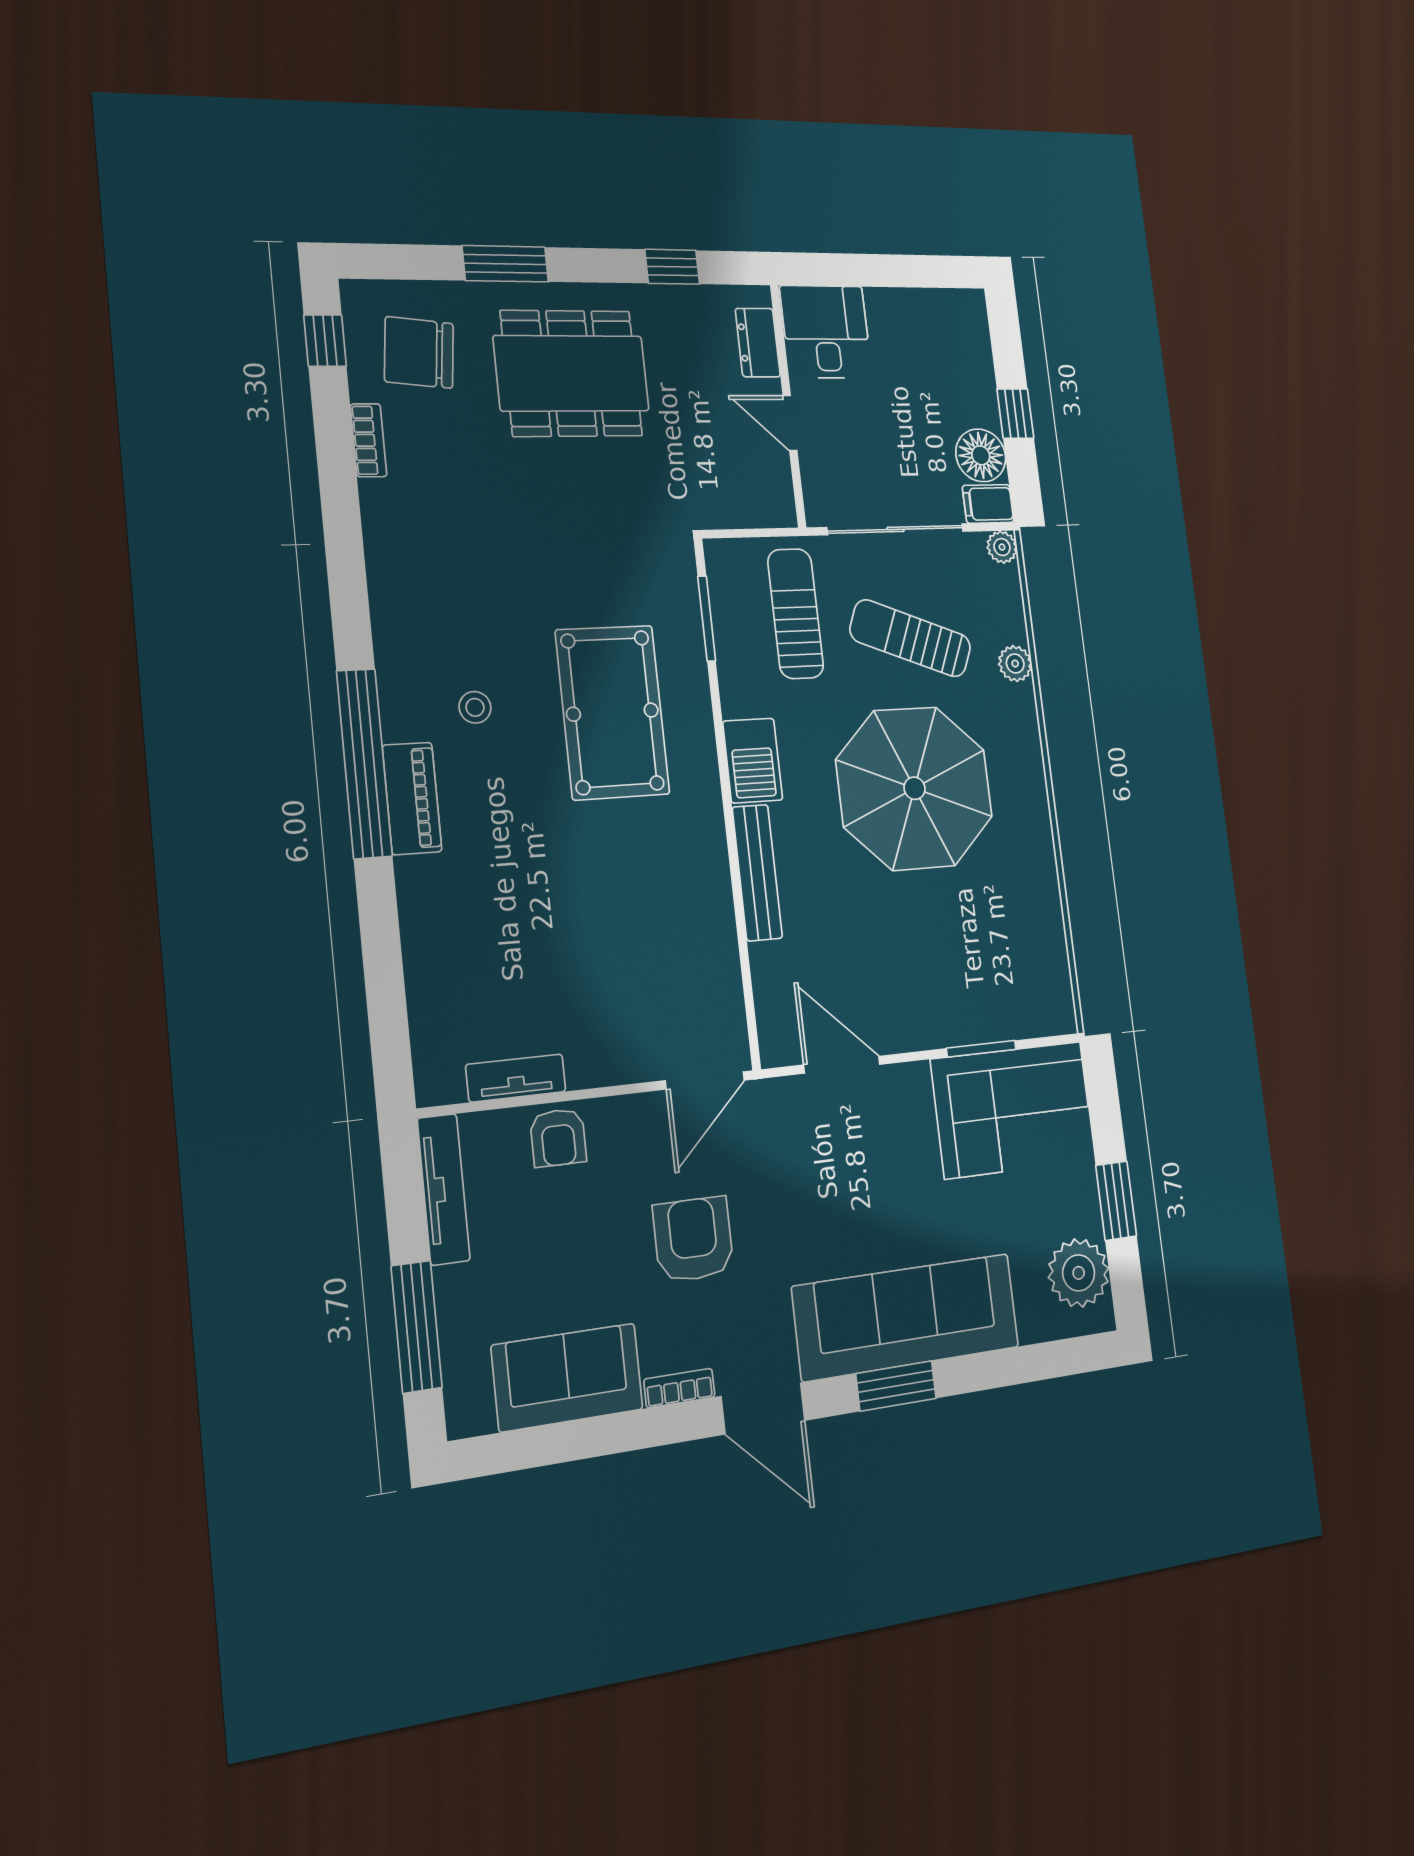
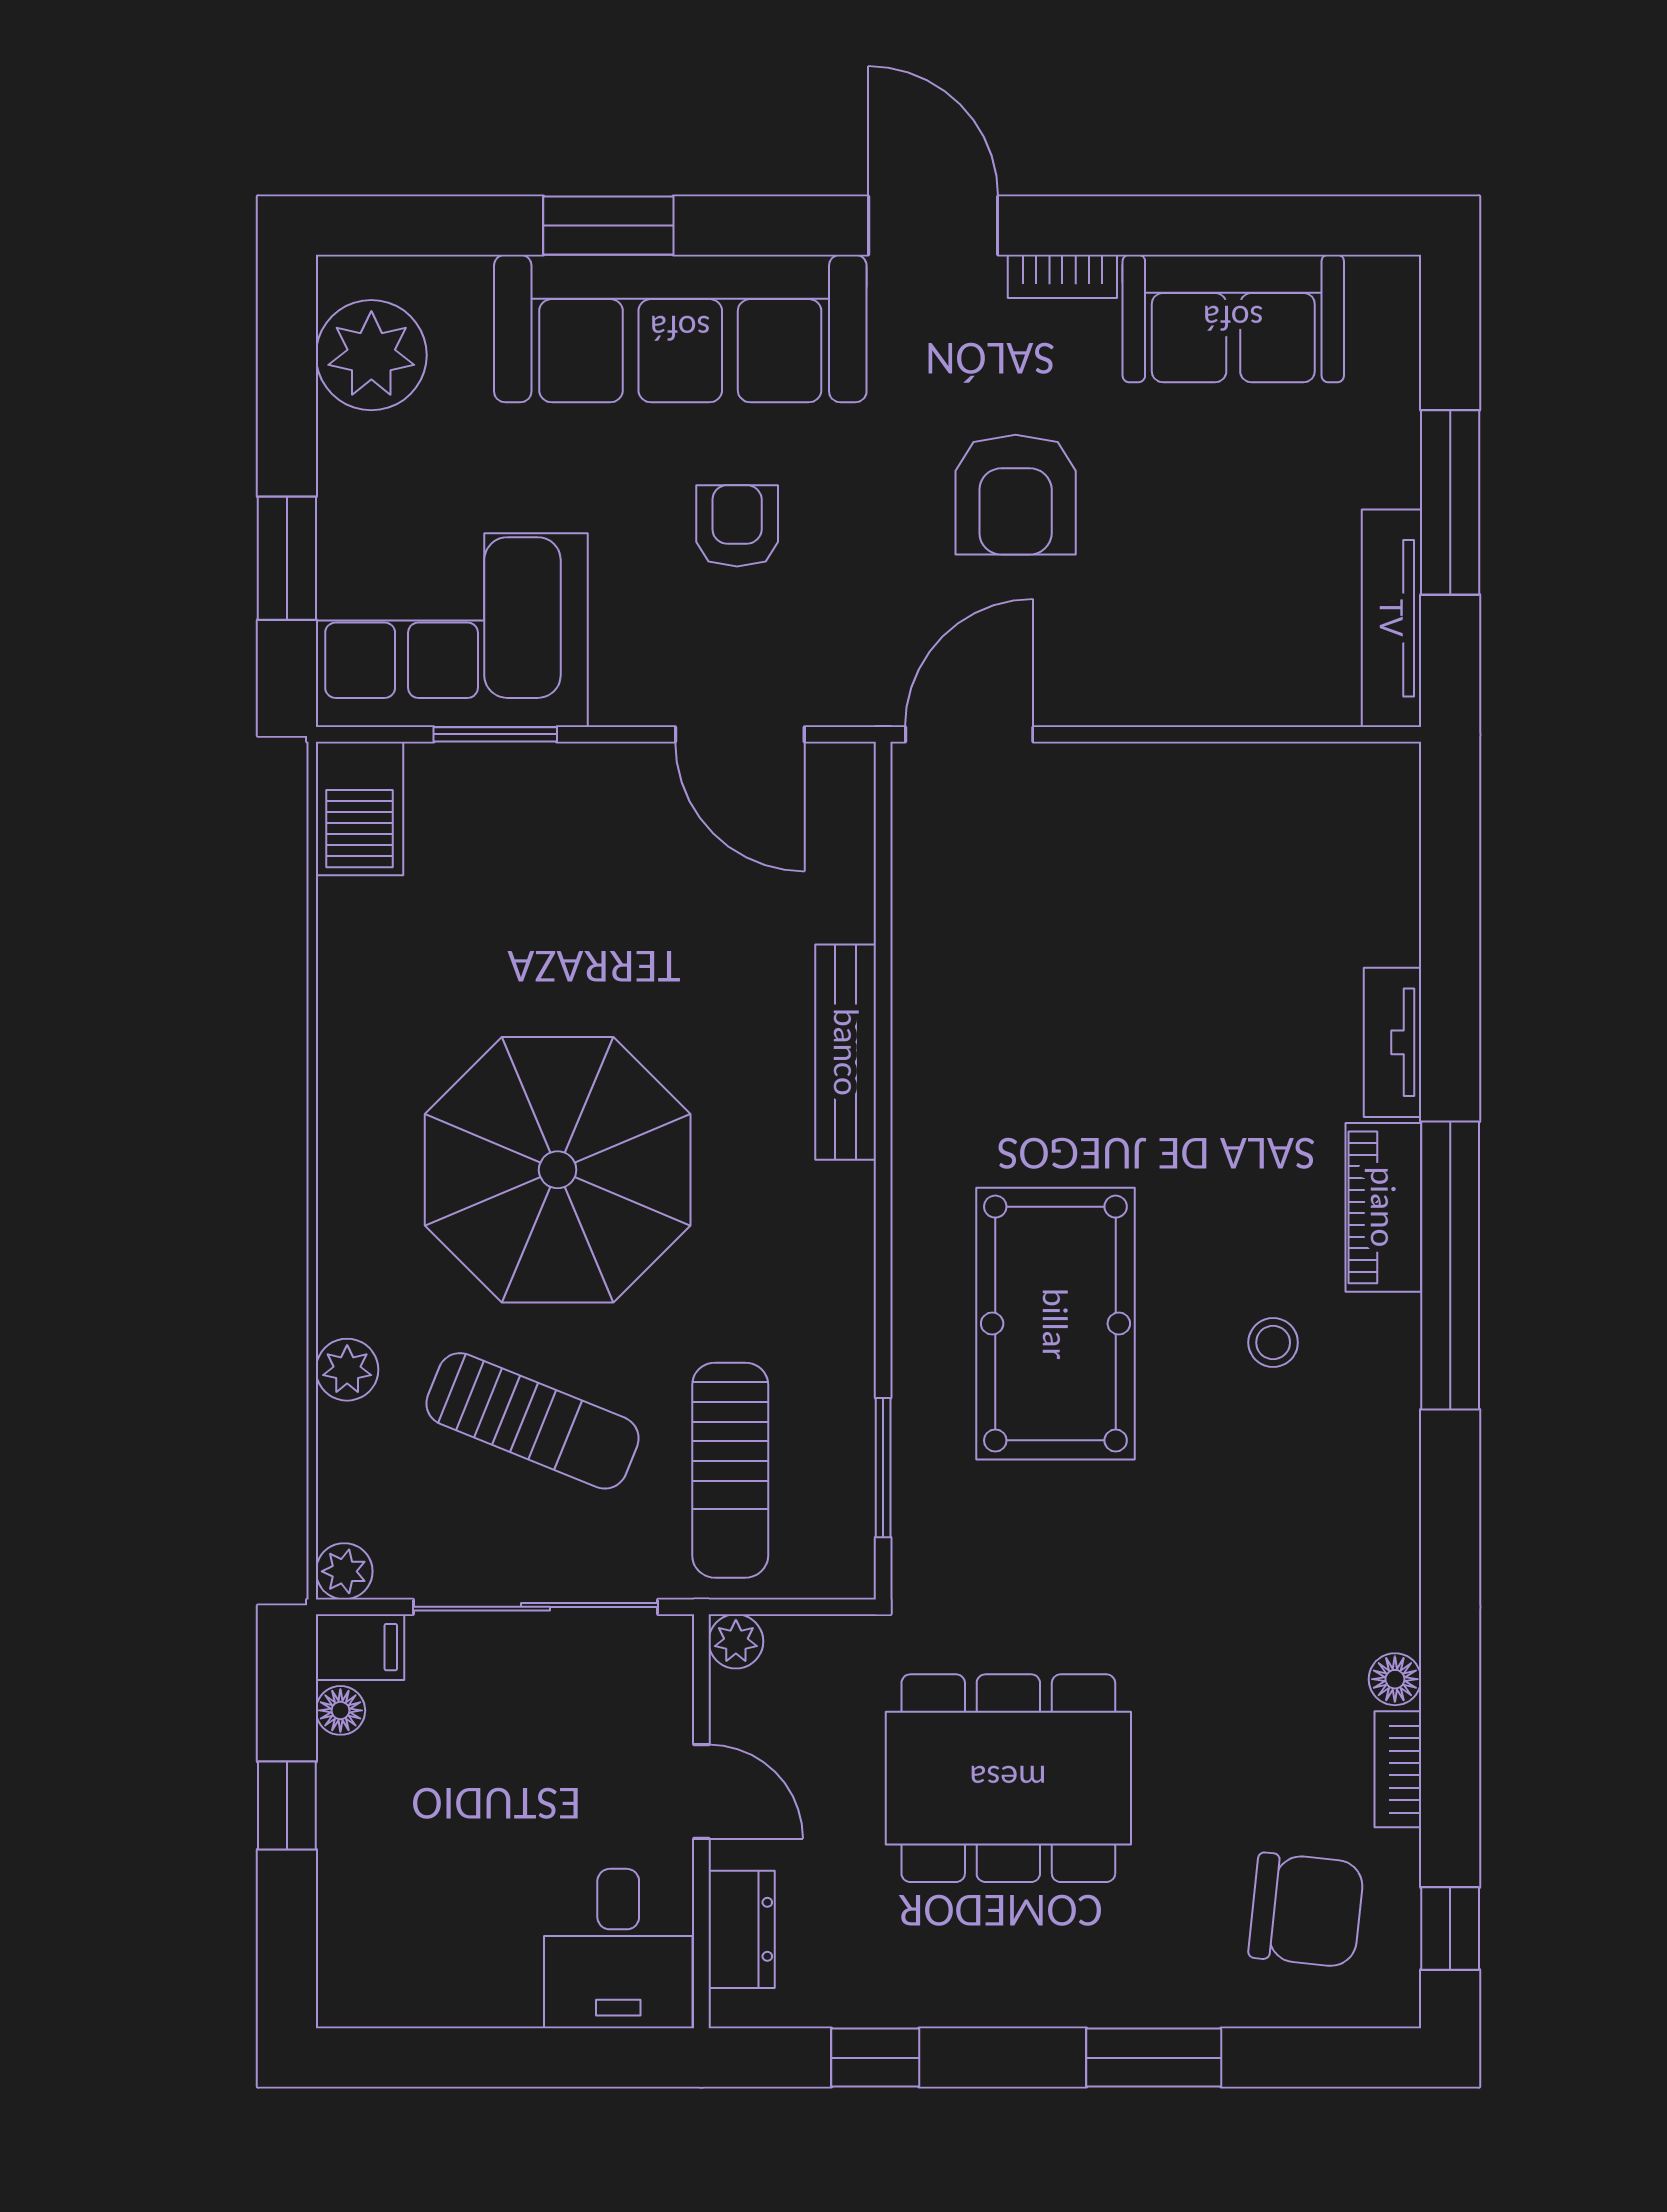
dining table: (572, 373) -> (1008, 1778), moved
floor lamp: (981, 455) -> (340, 1710), width x0.53, depth x0.53
floor lamp: (376, 497) -> (1395, 1679), added
plant: (781, 512) -> (736, 1641), added
barbecue: (753, 761) -> (360, 809), moved, turned 180
tv unit: (516, 1078) -> (1392, 1042), moved, turned 90
armchair: (558, 1138) -> (737, 526), moved
window: (1116, 1201) -> (287, 558), moved
window: (417, 1327) -> (1450, 502), moved
window: (896, 1386) -> (608, 225), moved

